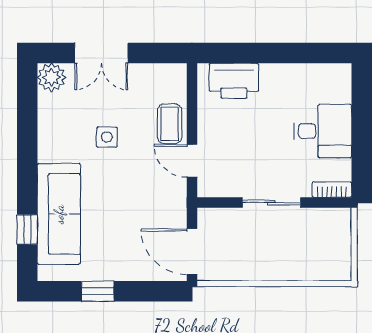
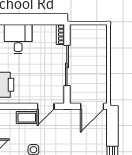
desk: (323, 131) -> (18, 39), moved
sliding door: (271, 202) -> (67, 65), width x1.37

